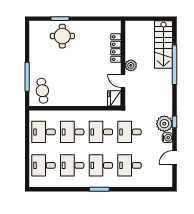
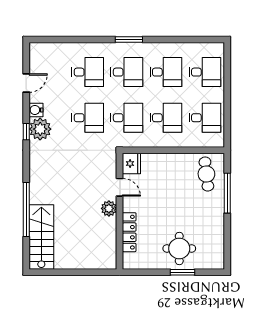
locker: (116, 48) -> (129, 232), moved
wall: (123, 63) -> (120, 211), moved
plant: (131, 65) -> (109, 208), moved
door: (123, 81) -> (120, 187), moved
fridge: (114, 98) -> (131, 164), moved

